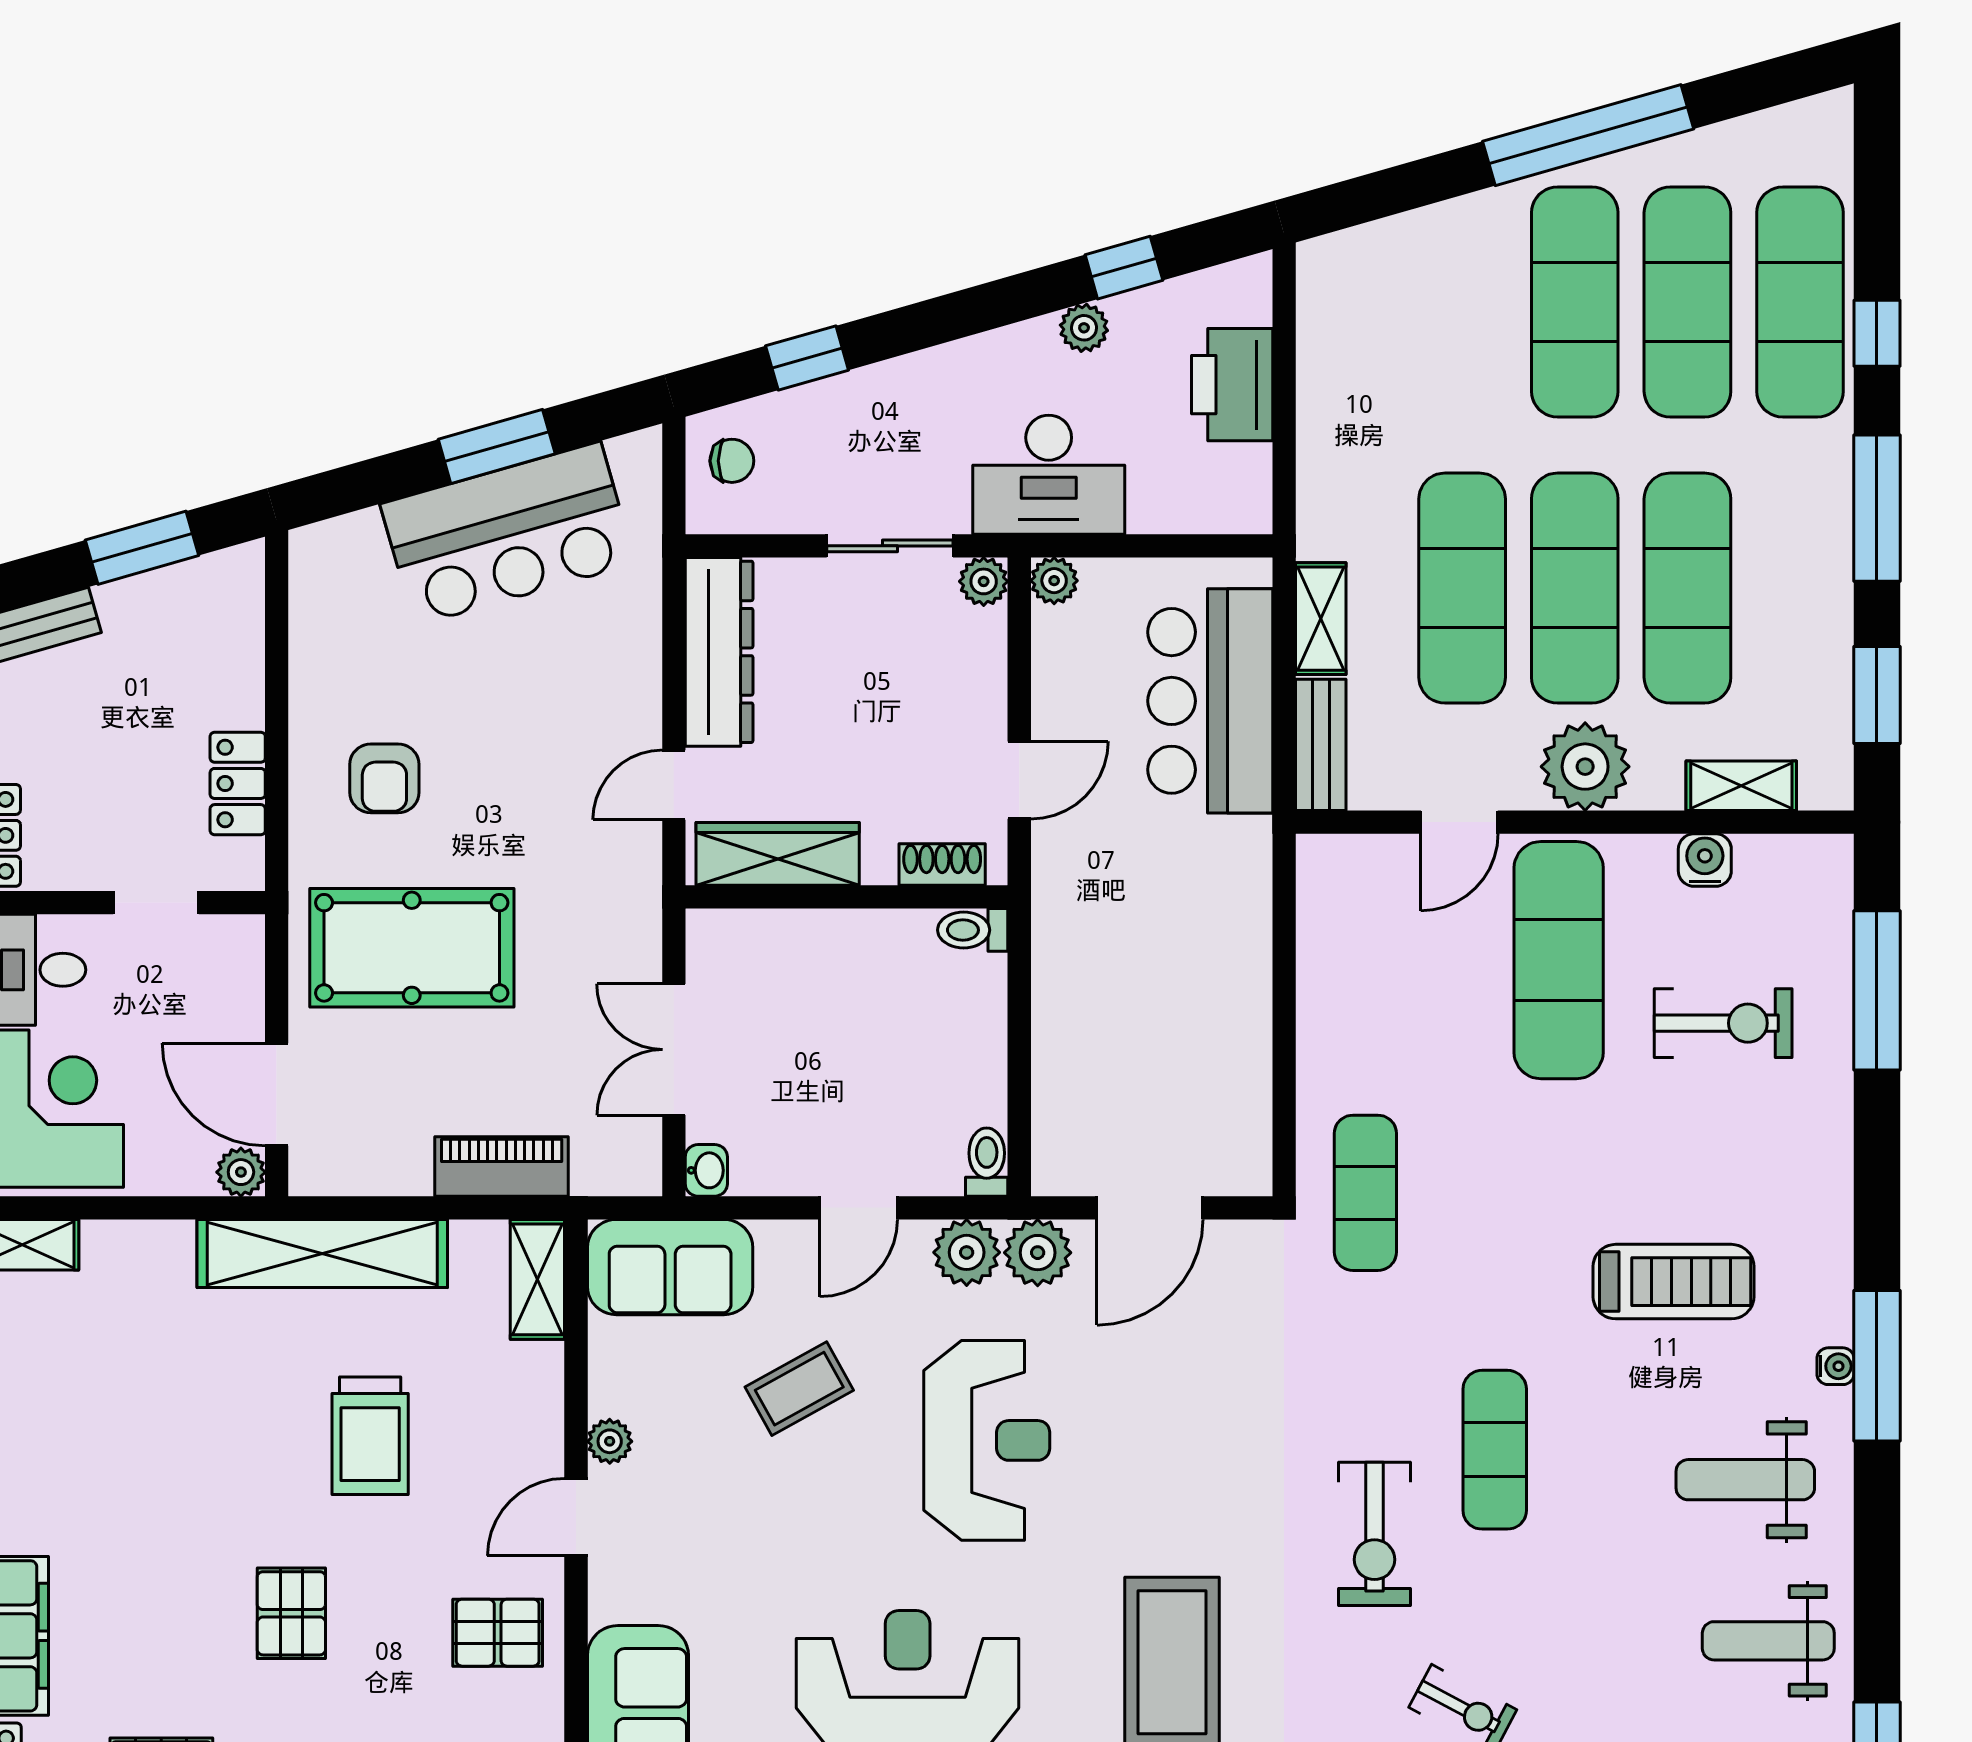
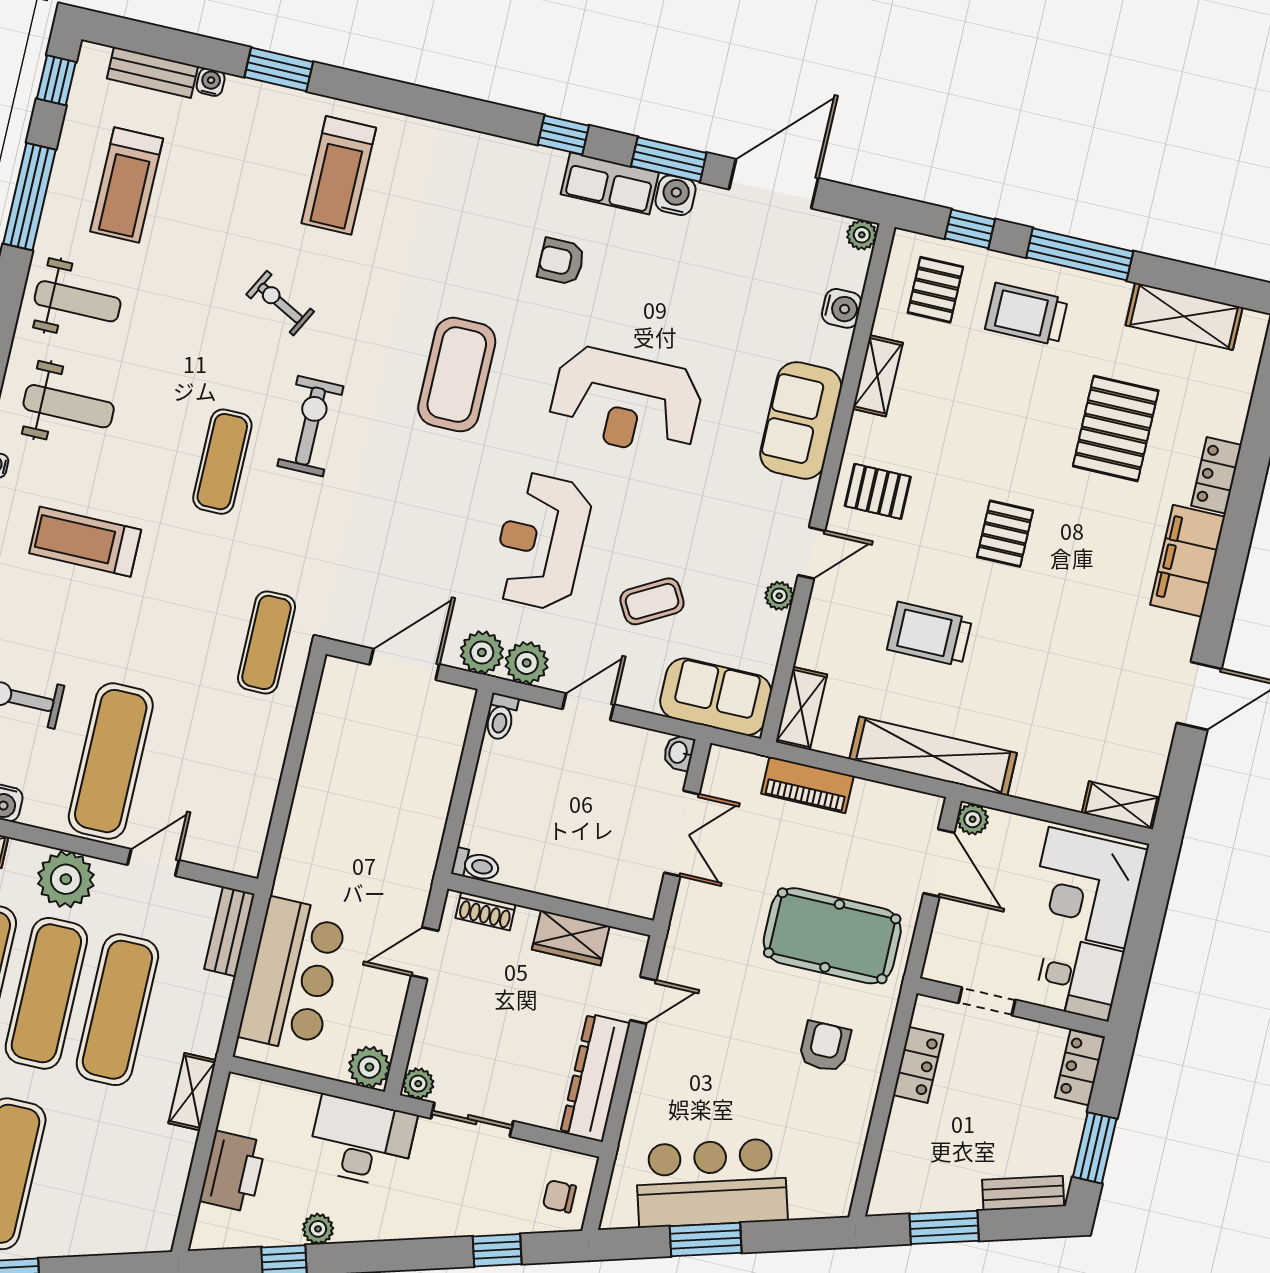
plant: (1054, 581) -> (369, 1067), width x1.38, depth x1.38
shelving: (1321, 619) -> (192, 1092), moved
wardrobe: (778, 854) -> (571, 938), width x0.67
trolley: (370, 1436) -> (930, 634), turned -90

